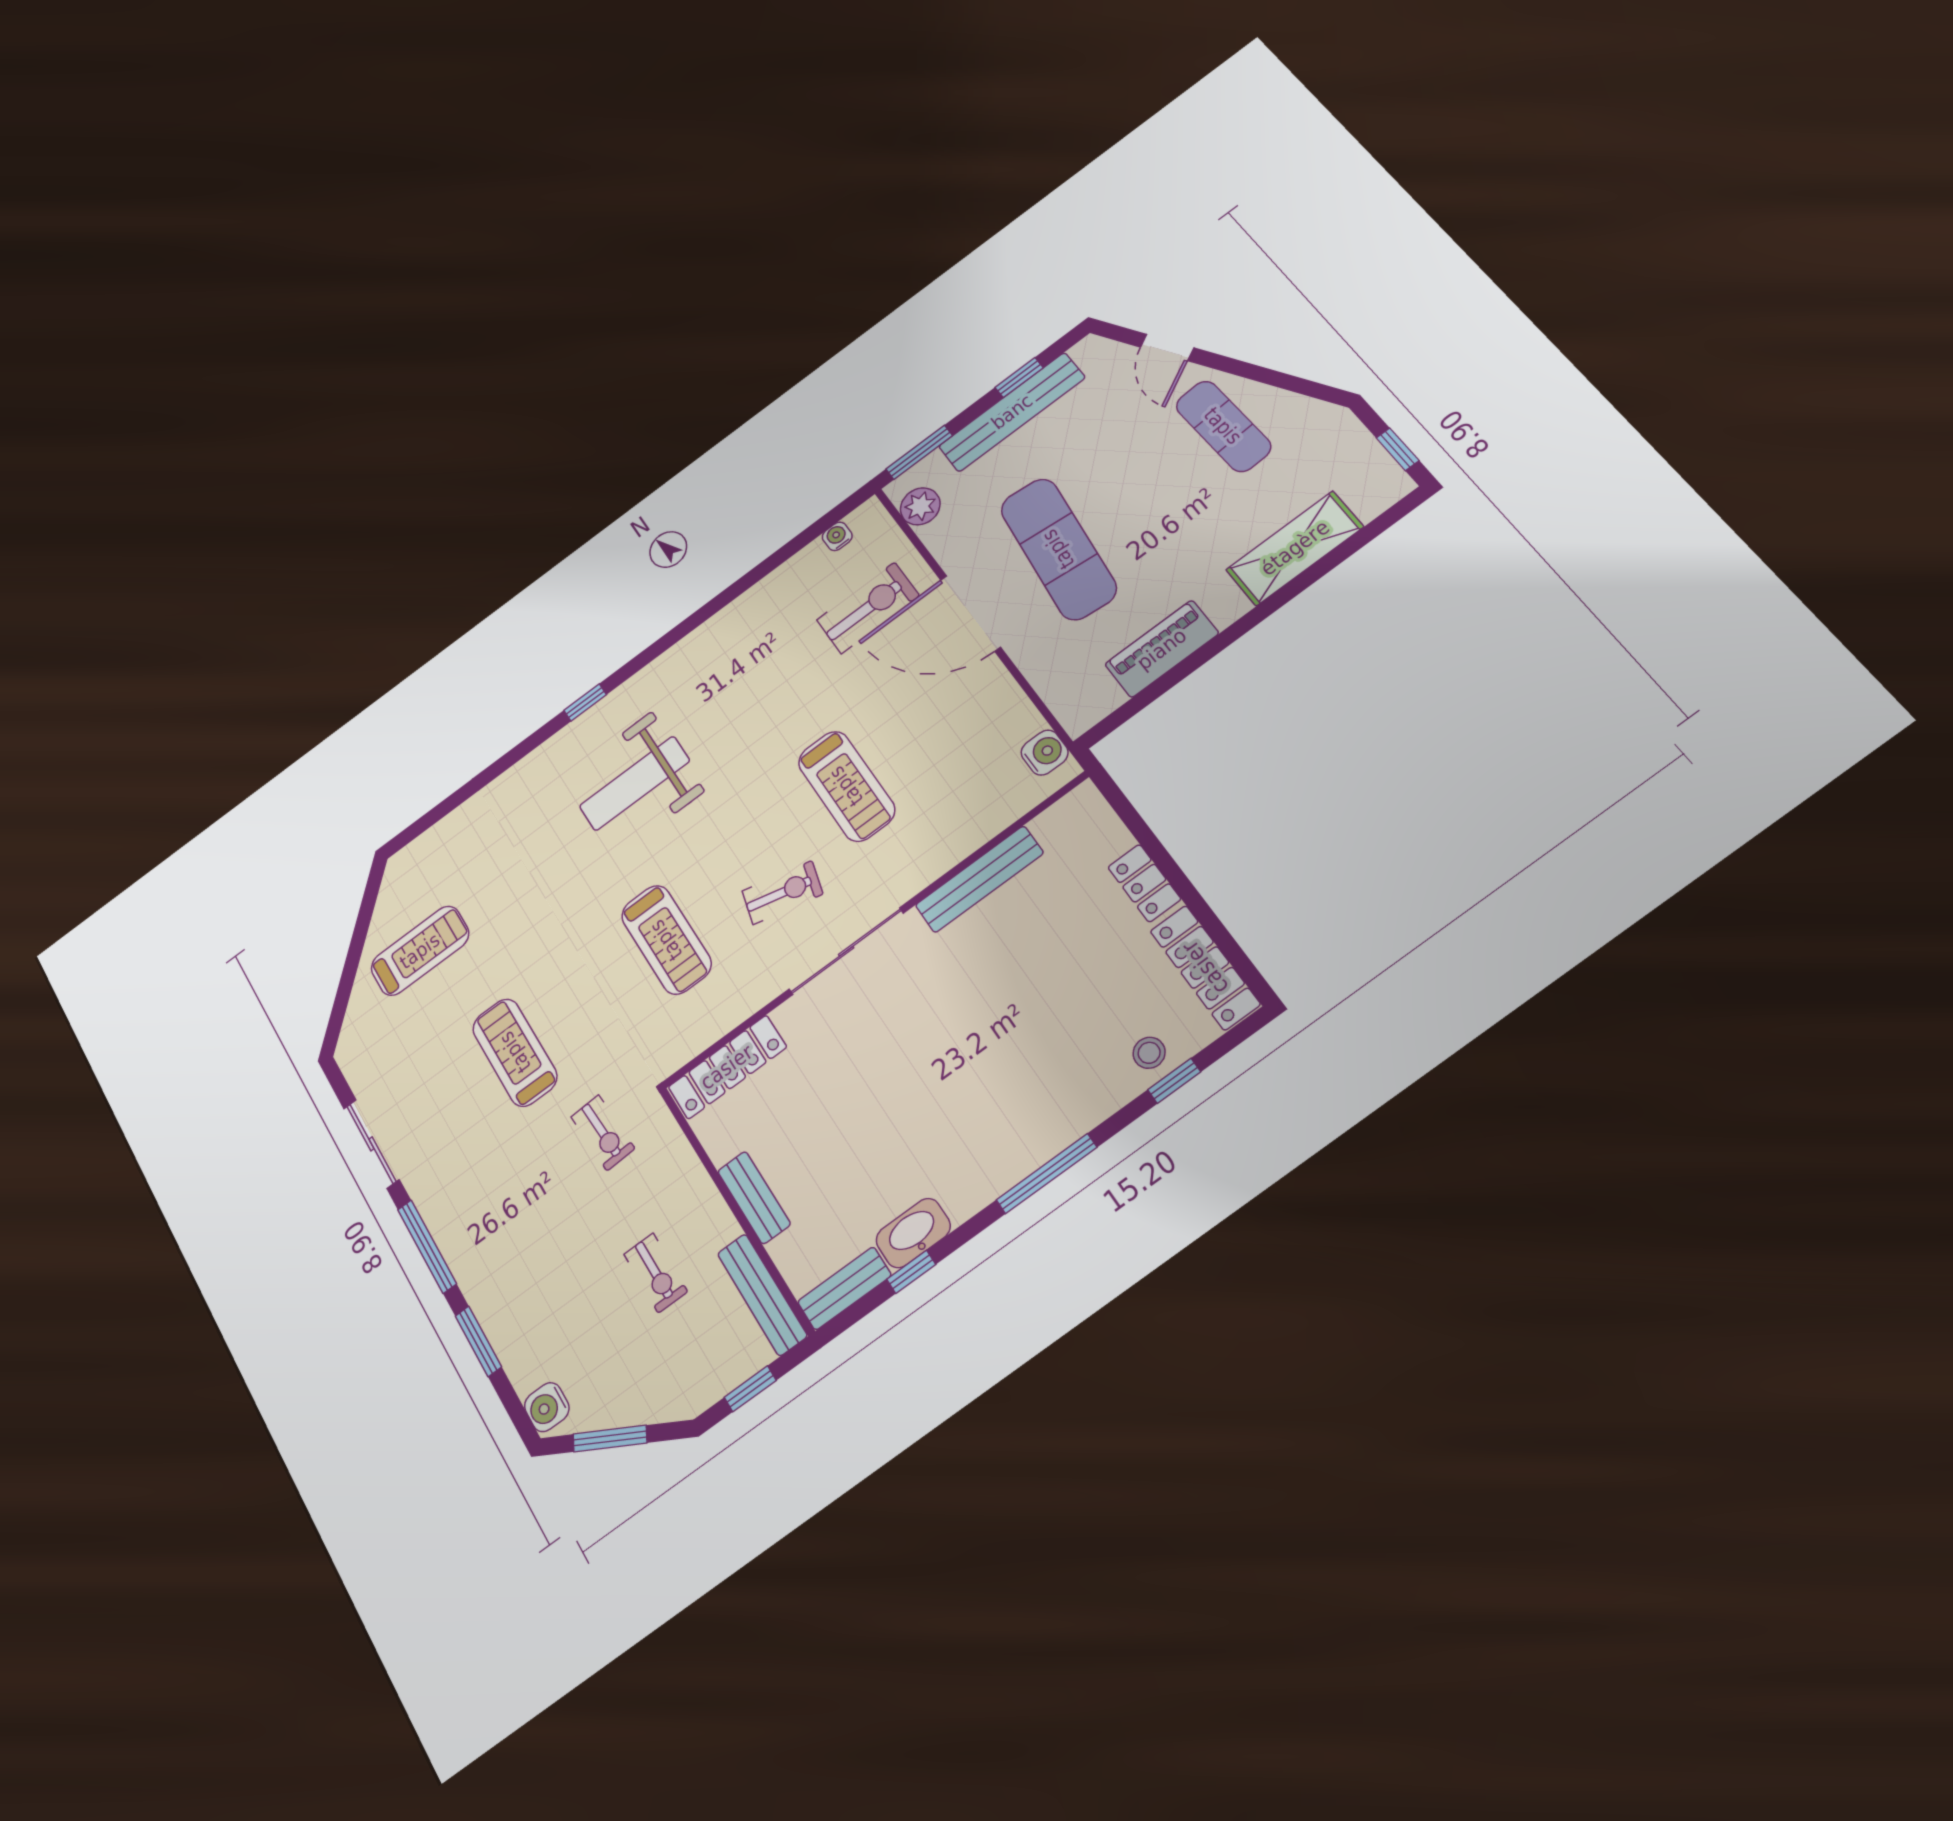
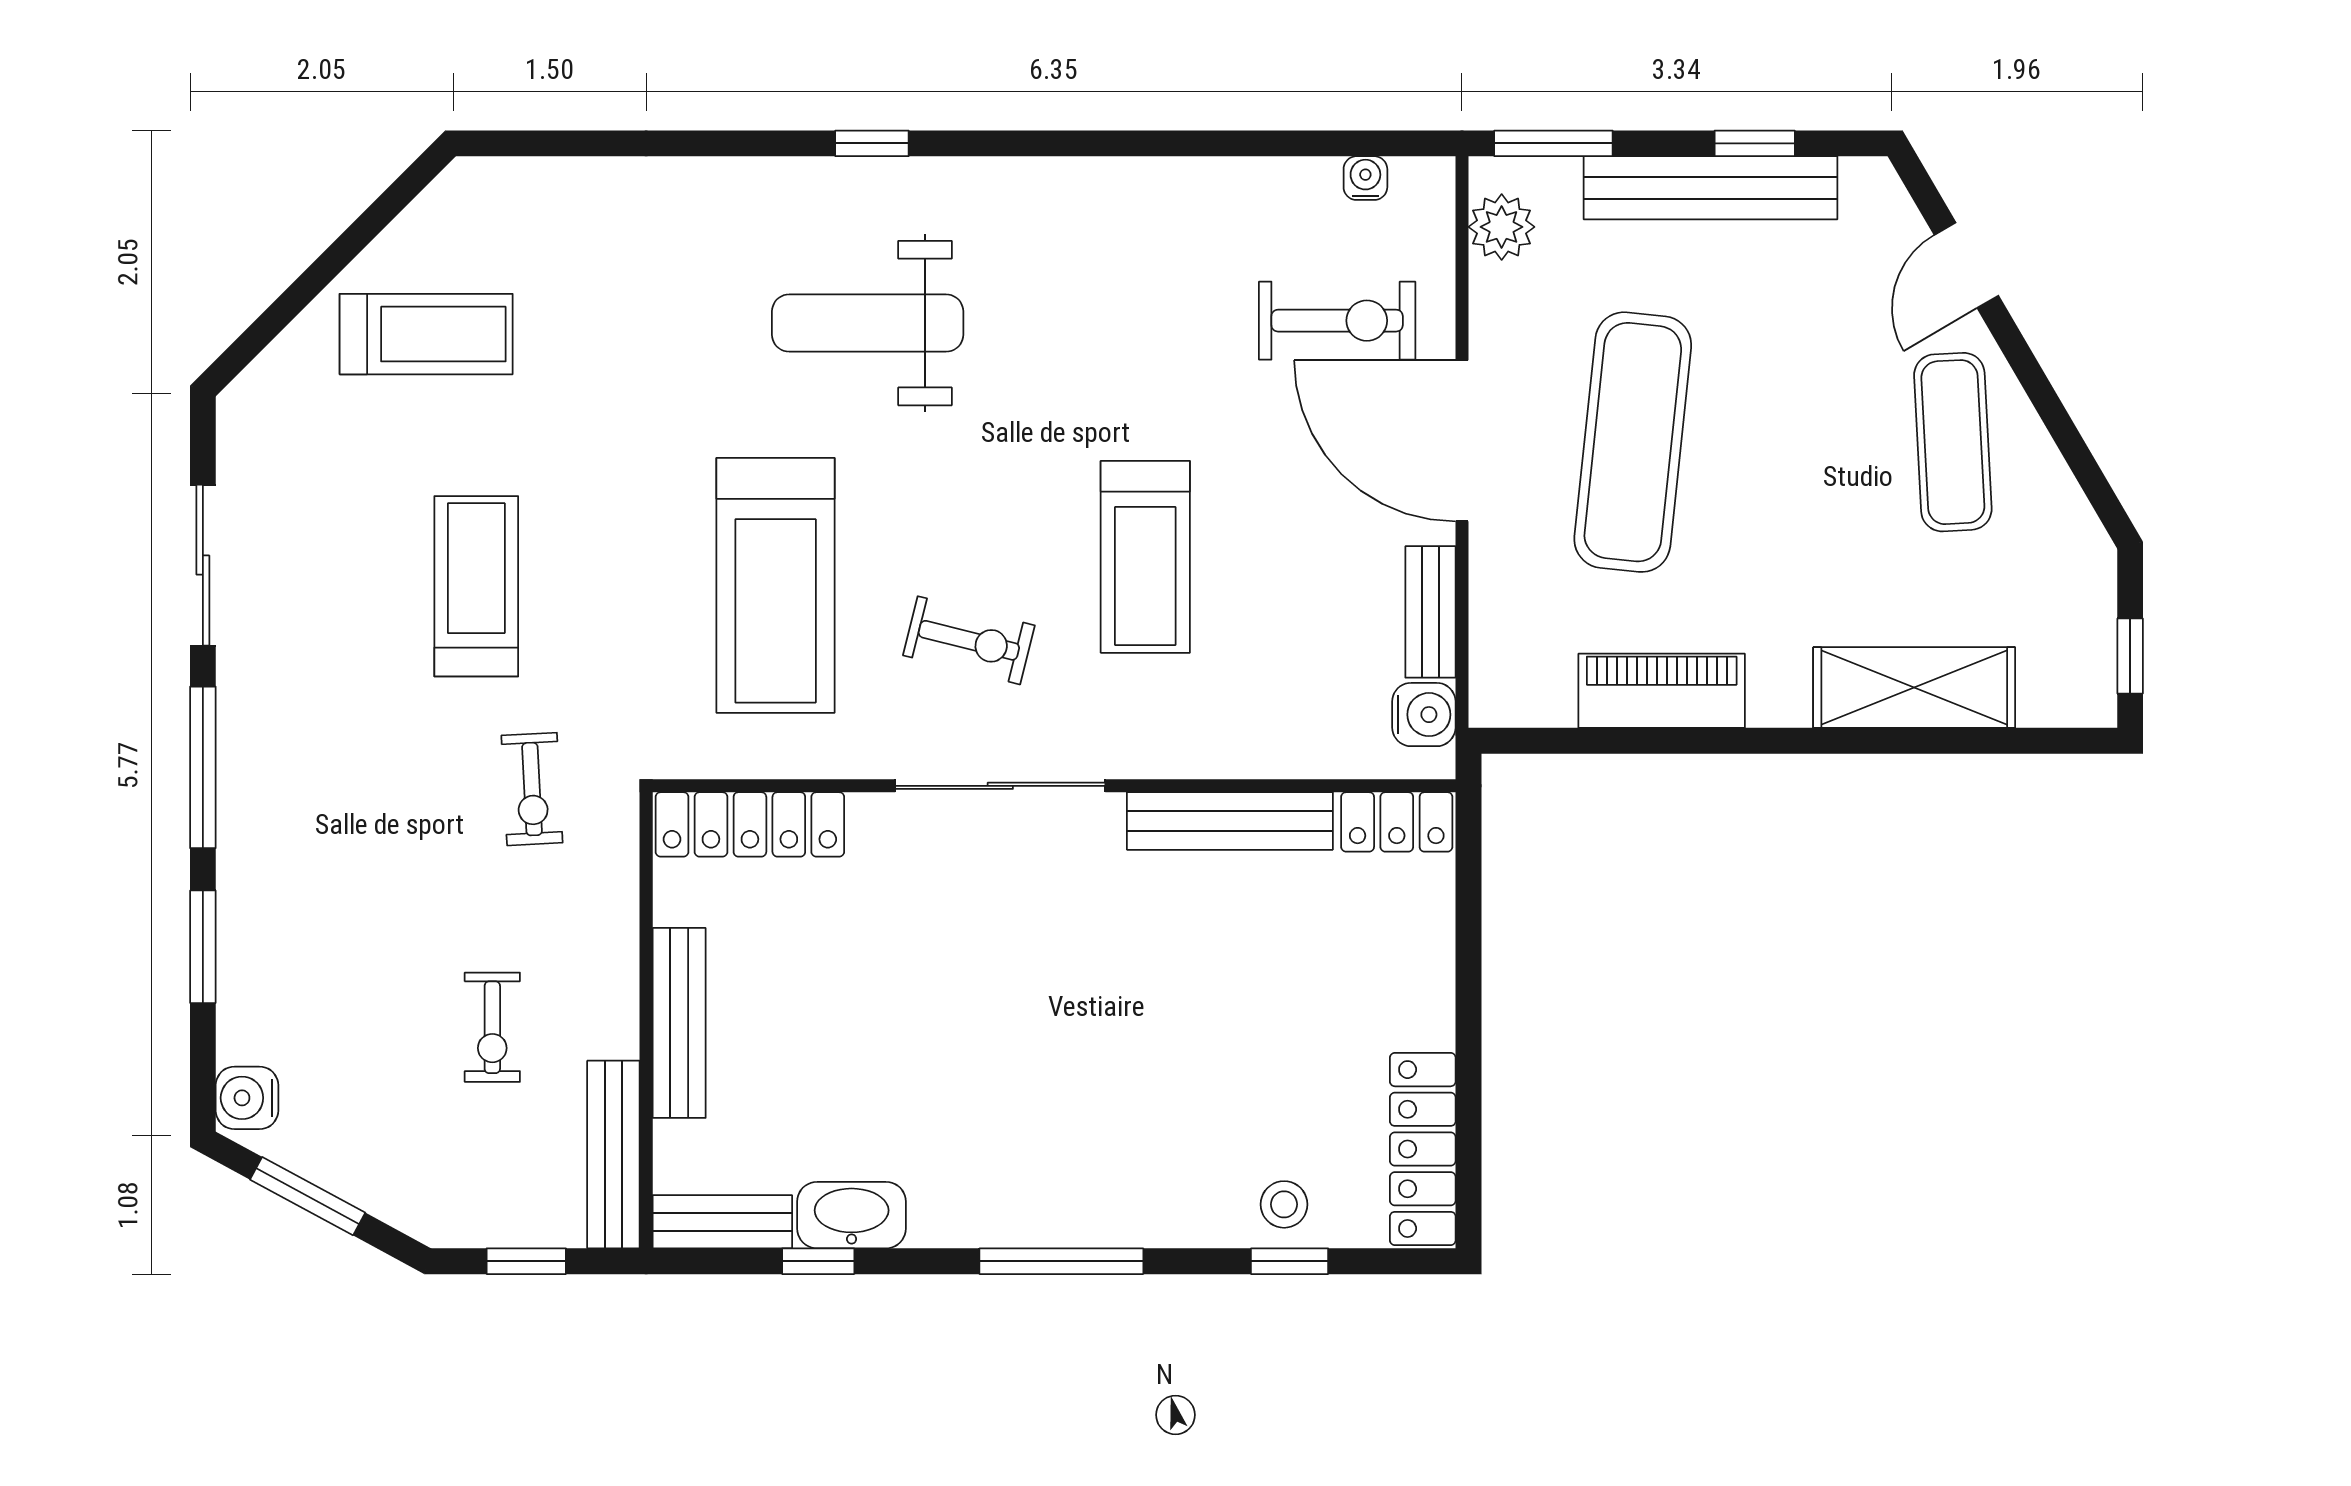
bench: (1012, 702) -> (1430, 612), added
locker: (1144, 883) -> (1397, 822), moved, turned -90
treadmill: (666, 940) -> (776, 585), width x1.37, depth x1.38
bench: (754, 1198) -> (679, 1023), width x1.36

